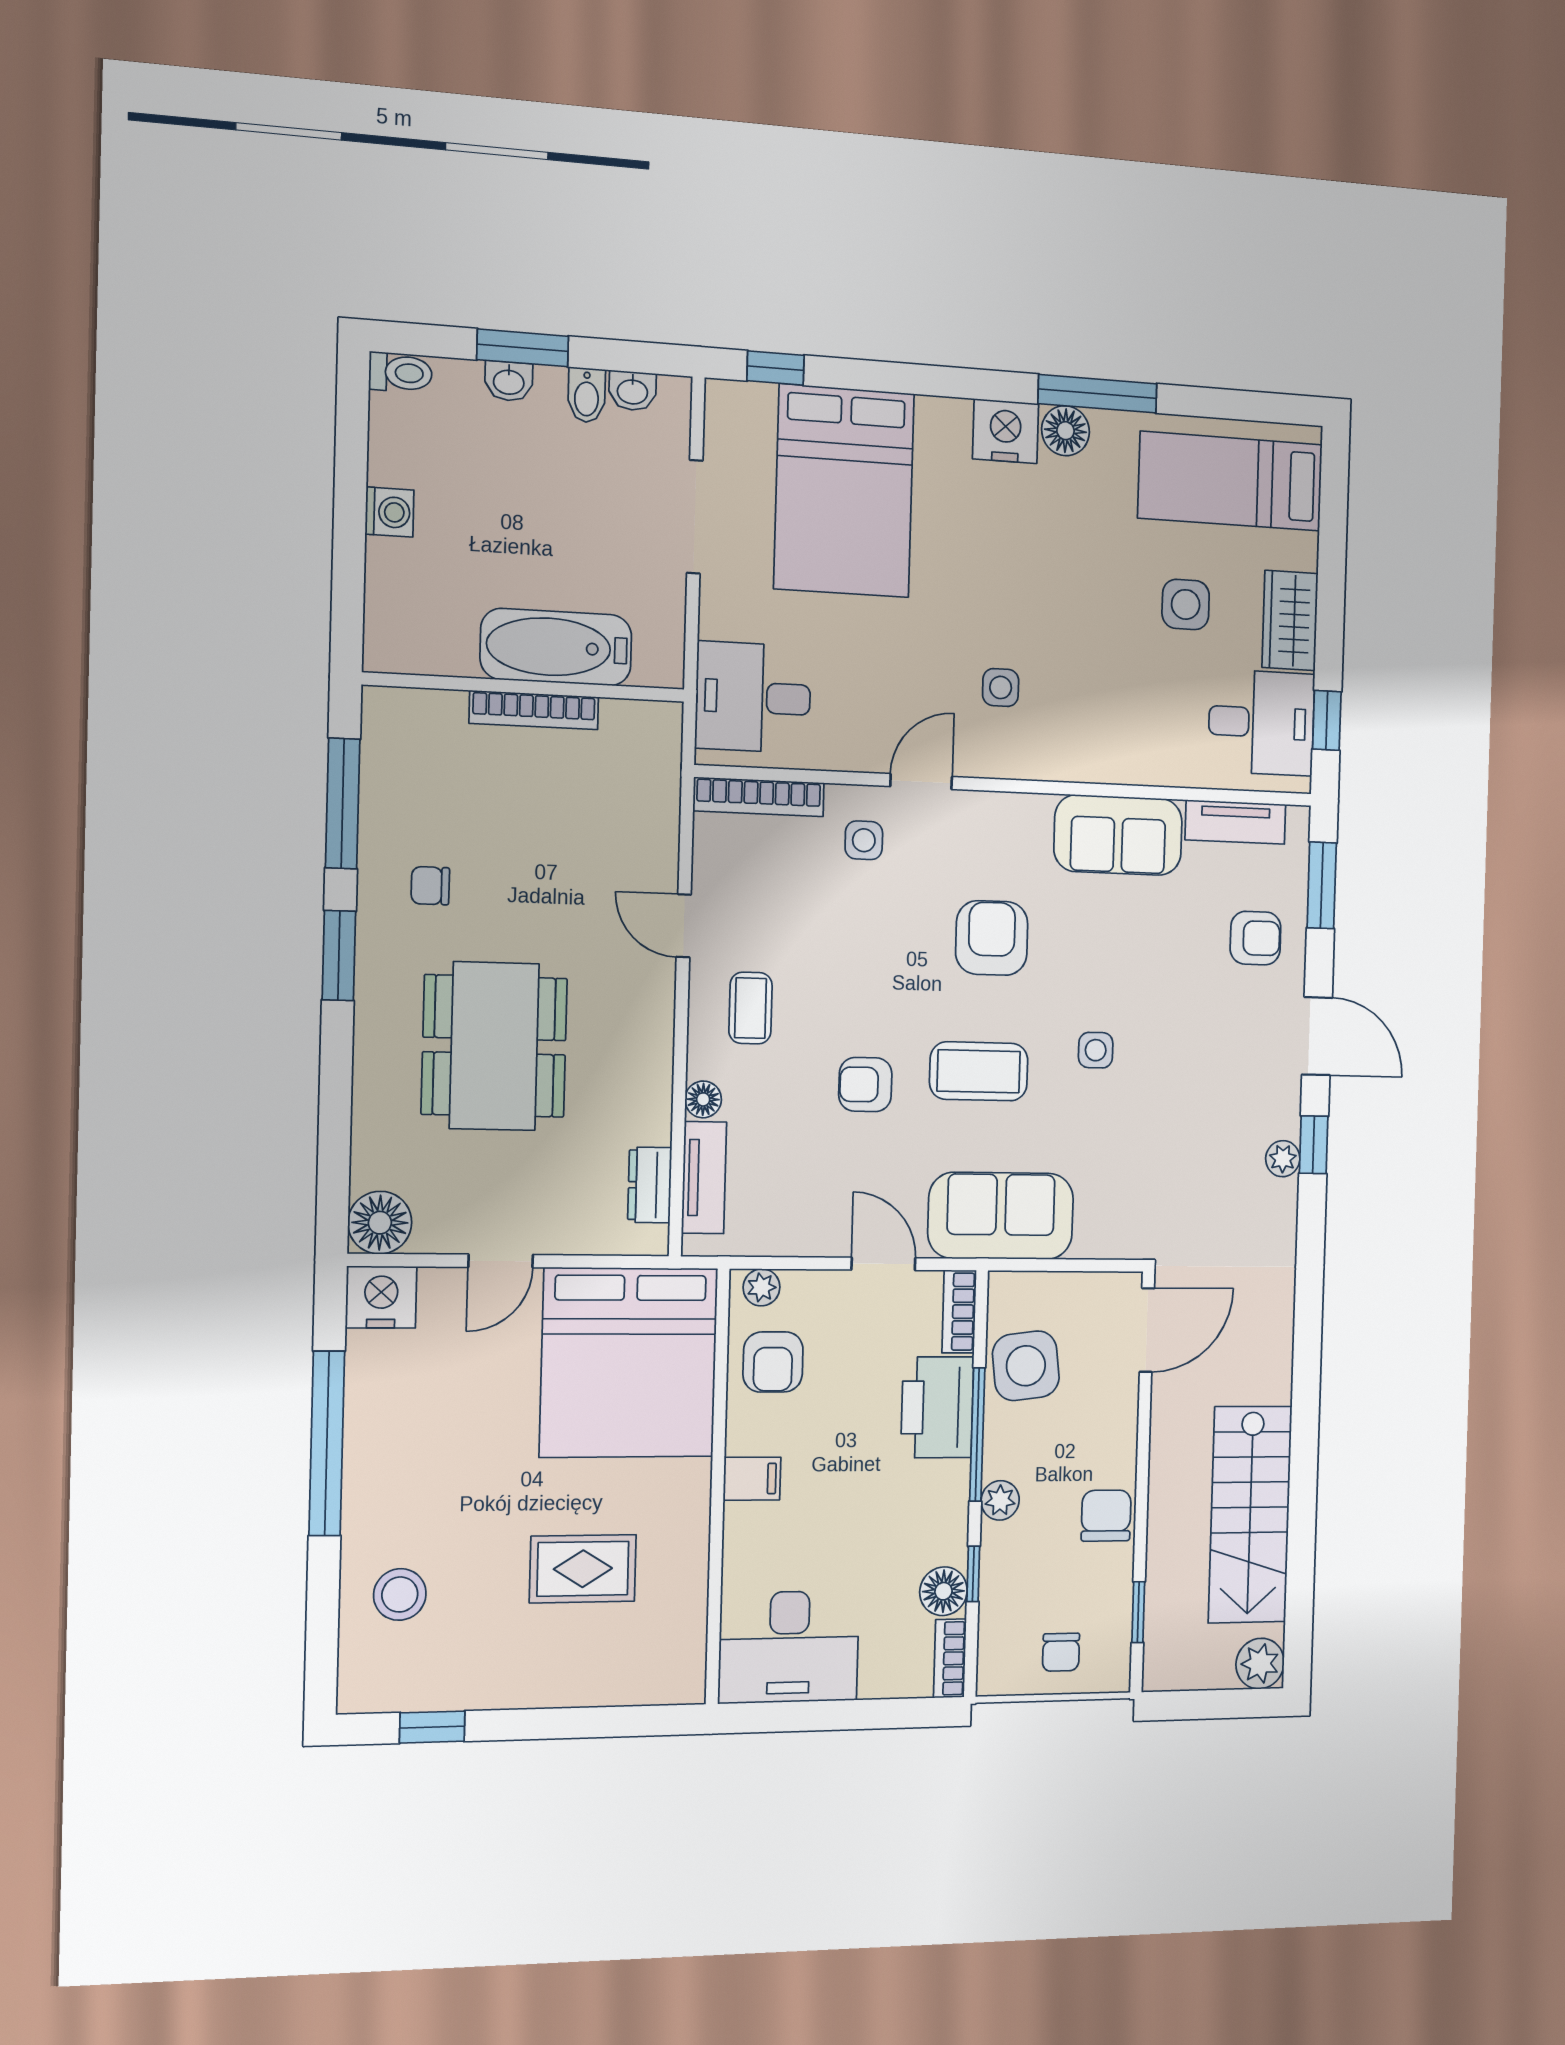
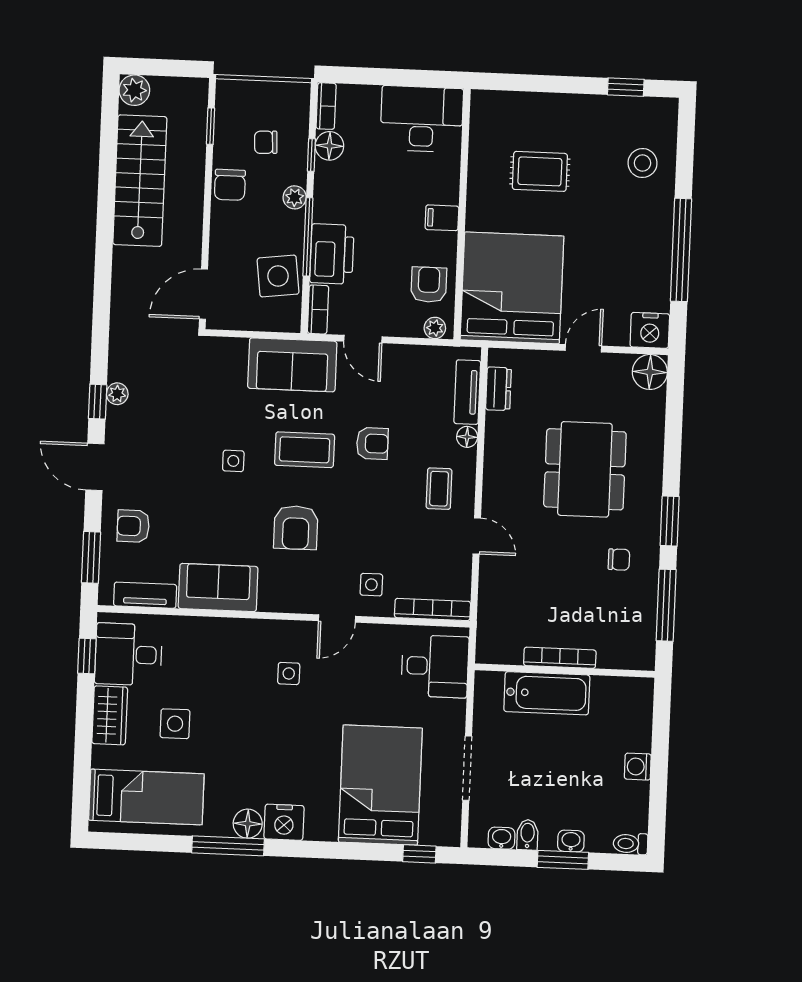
chair: (1061, 1652) -> (266, 142), moved, turned -93

